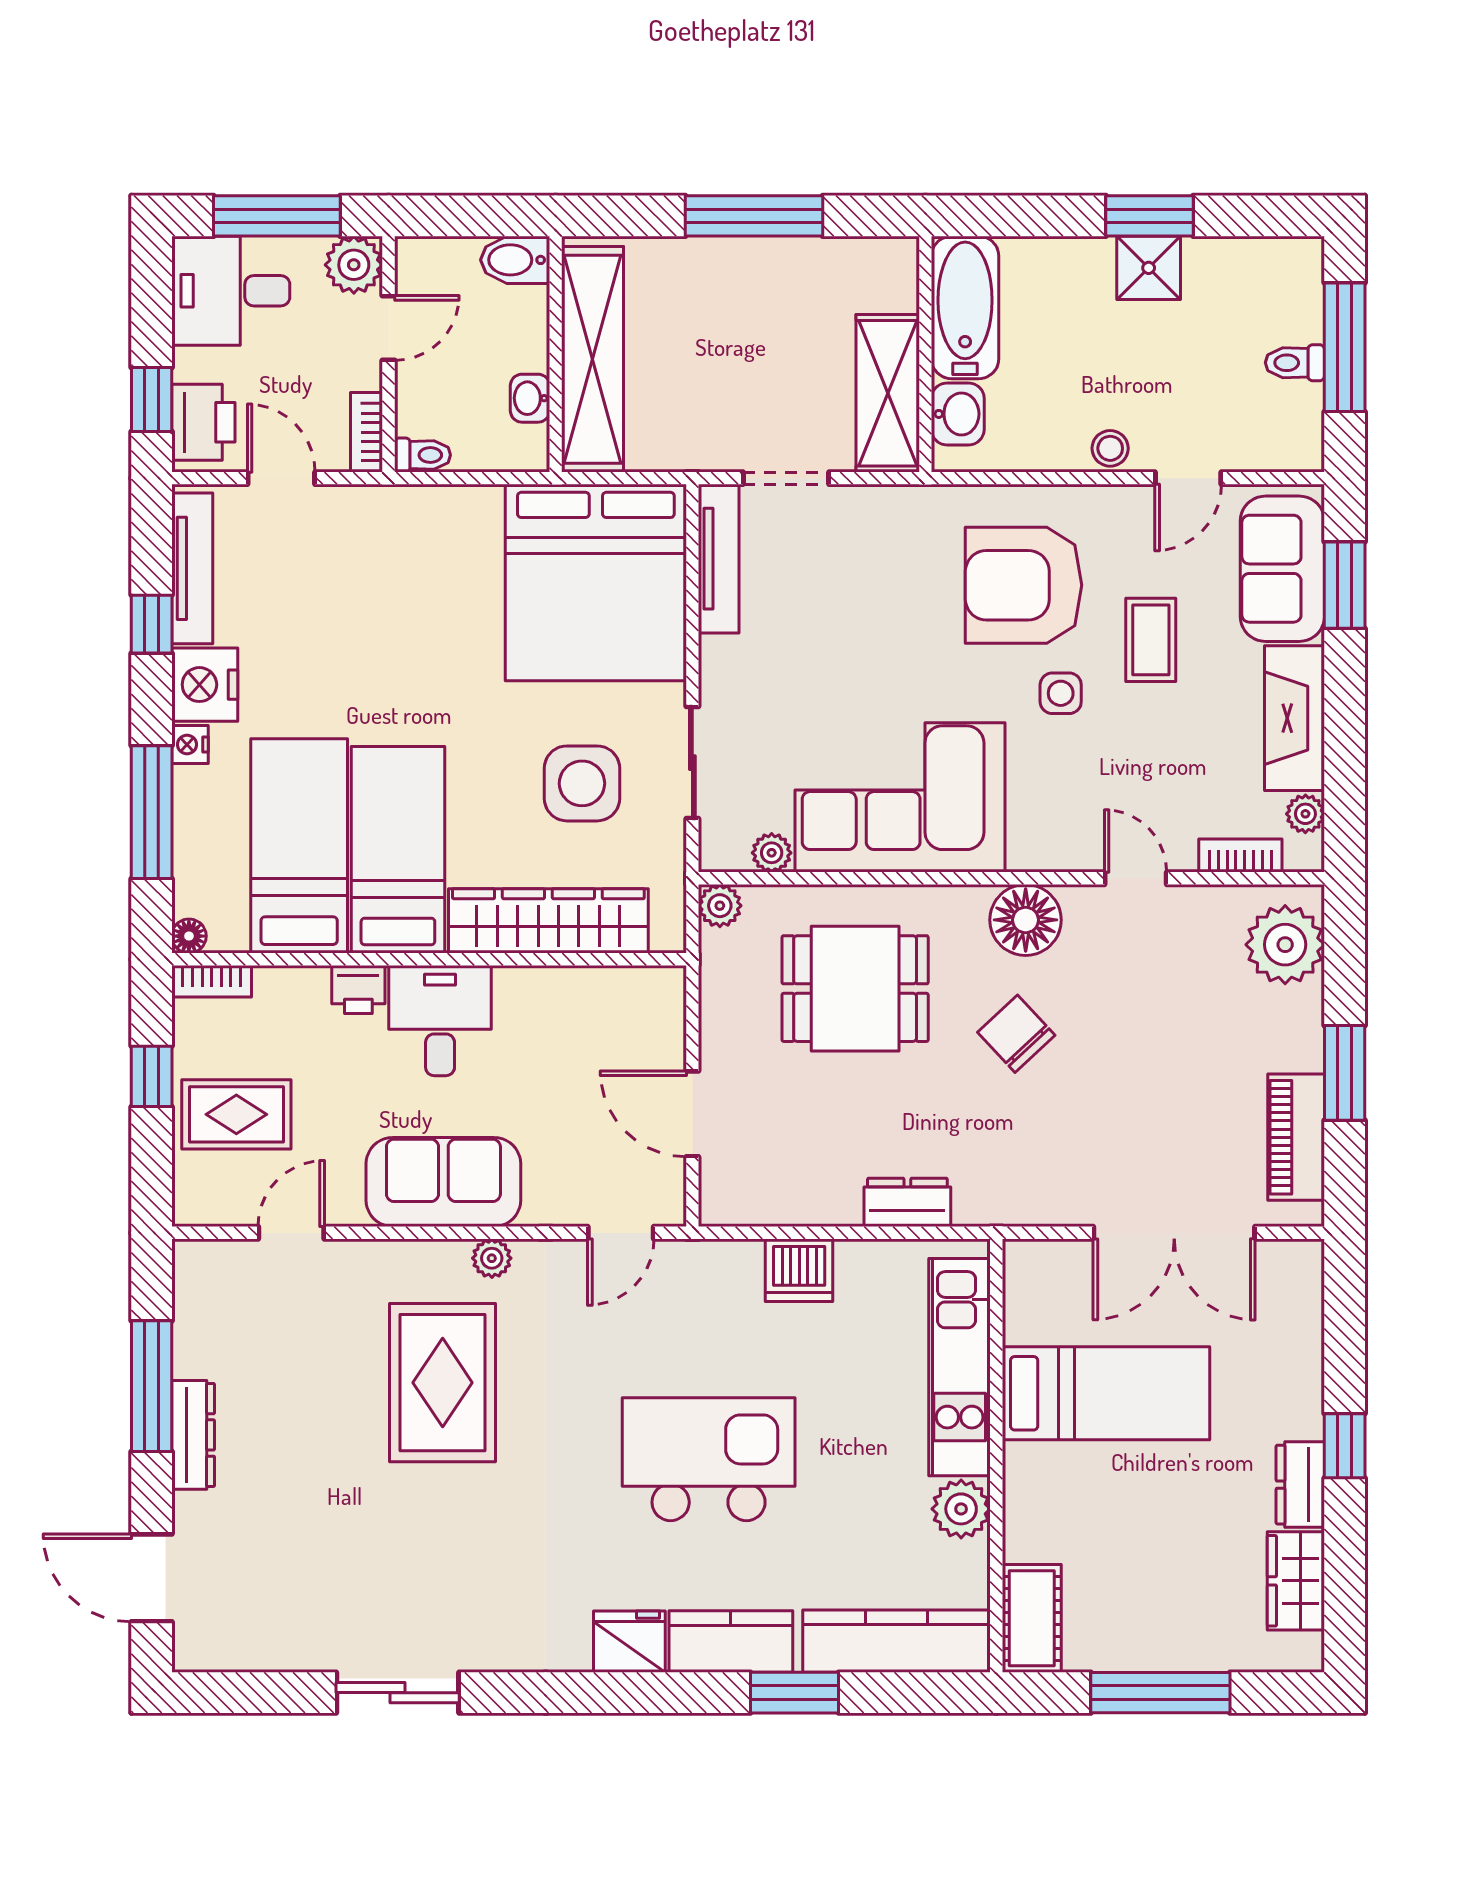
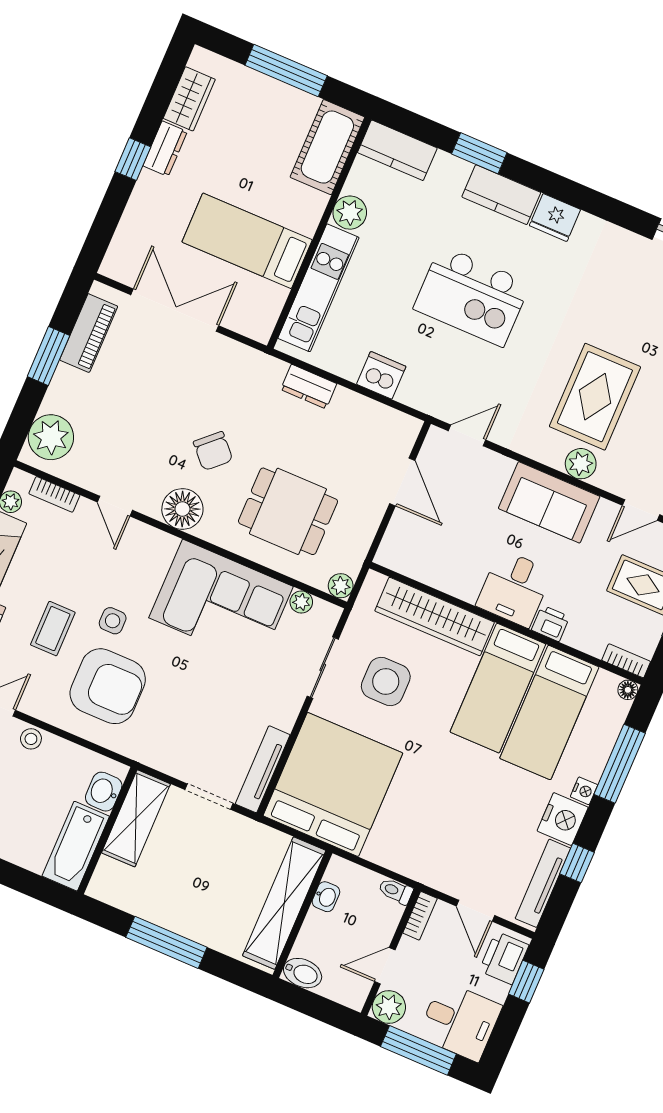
plant: (492, 1258) -> (581, 464), moved, width x1.38, depth x1.38
cot: (1032, 1618) -> (327, 147), width x1.37, depth x1.34
kitchen counter: (896, 1641) -> (397, 150), width x0.67

